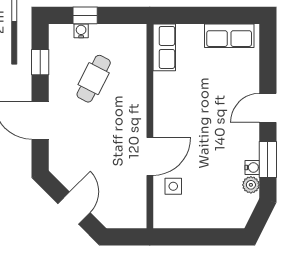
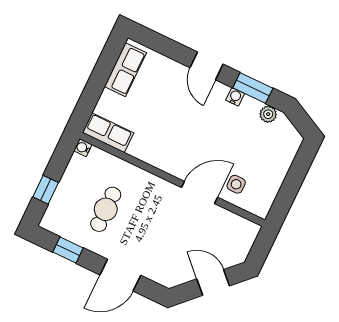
water cooler: (81, 31) -> (83, 148), moved
cafe table: (94, 79) -> (106, 209), turned 63
door: (150, 157) -> (199, 192), hinge flipped
water cooler: (252, 167) -> (235, 97), moved

